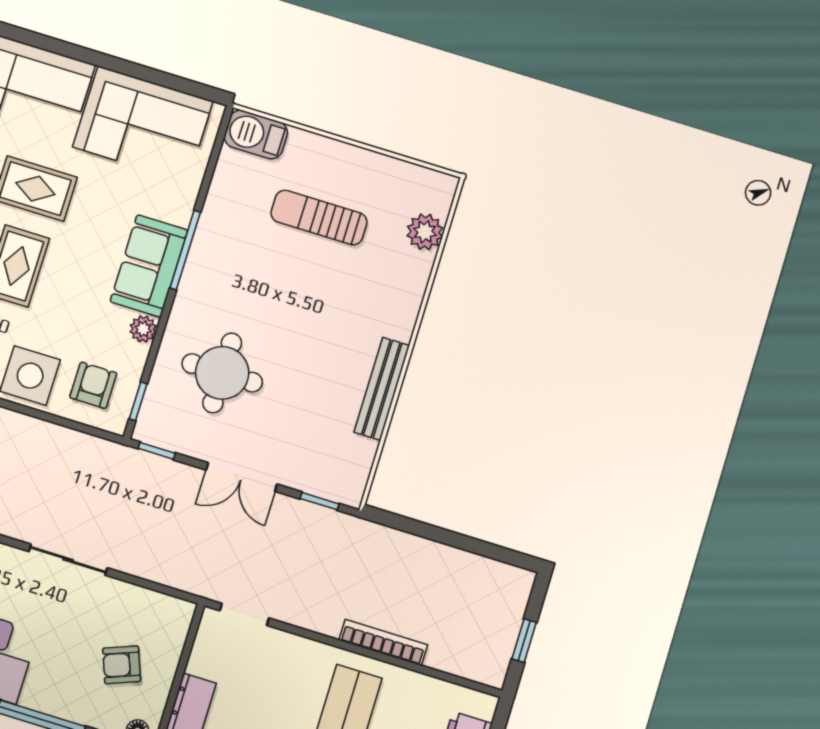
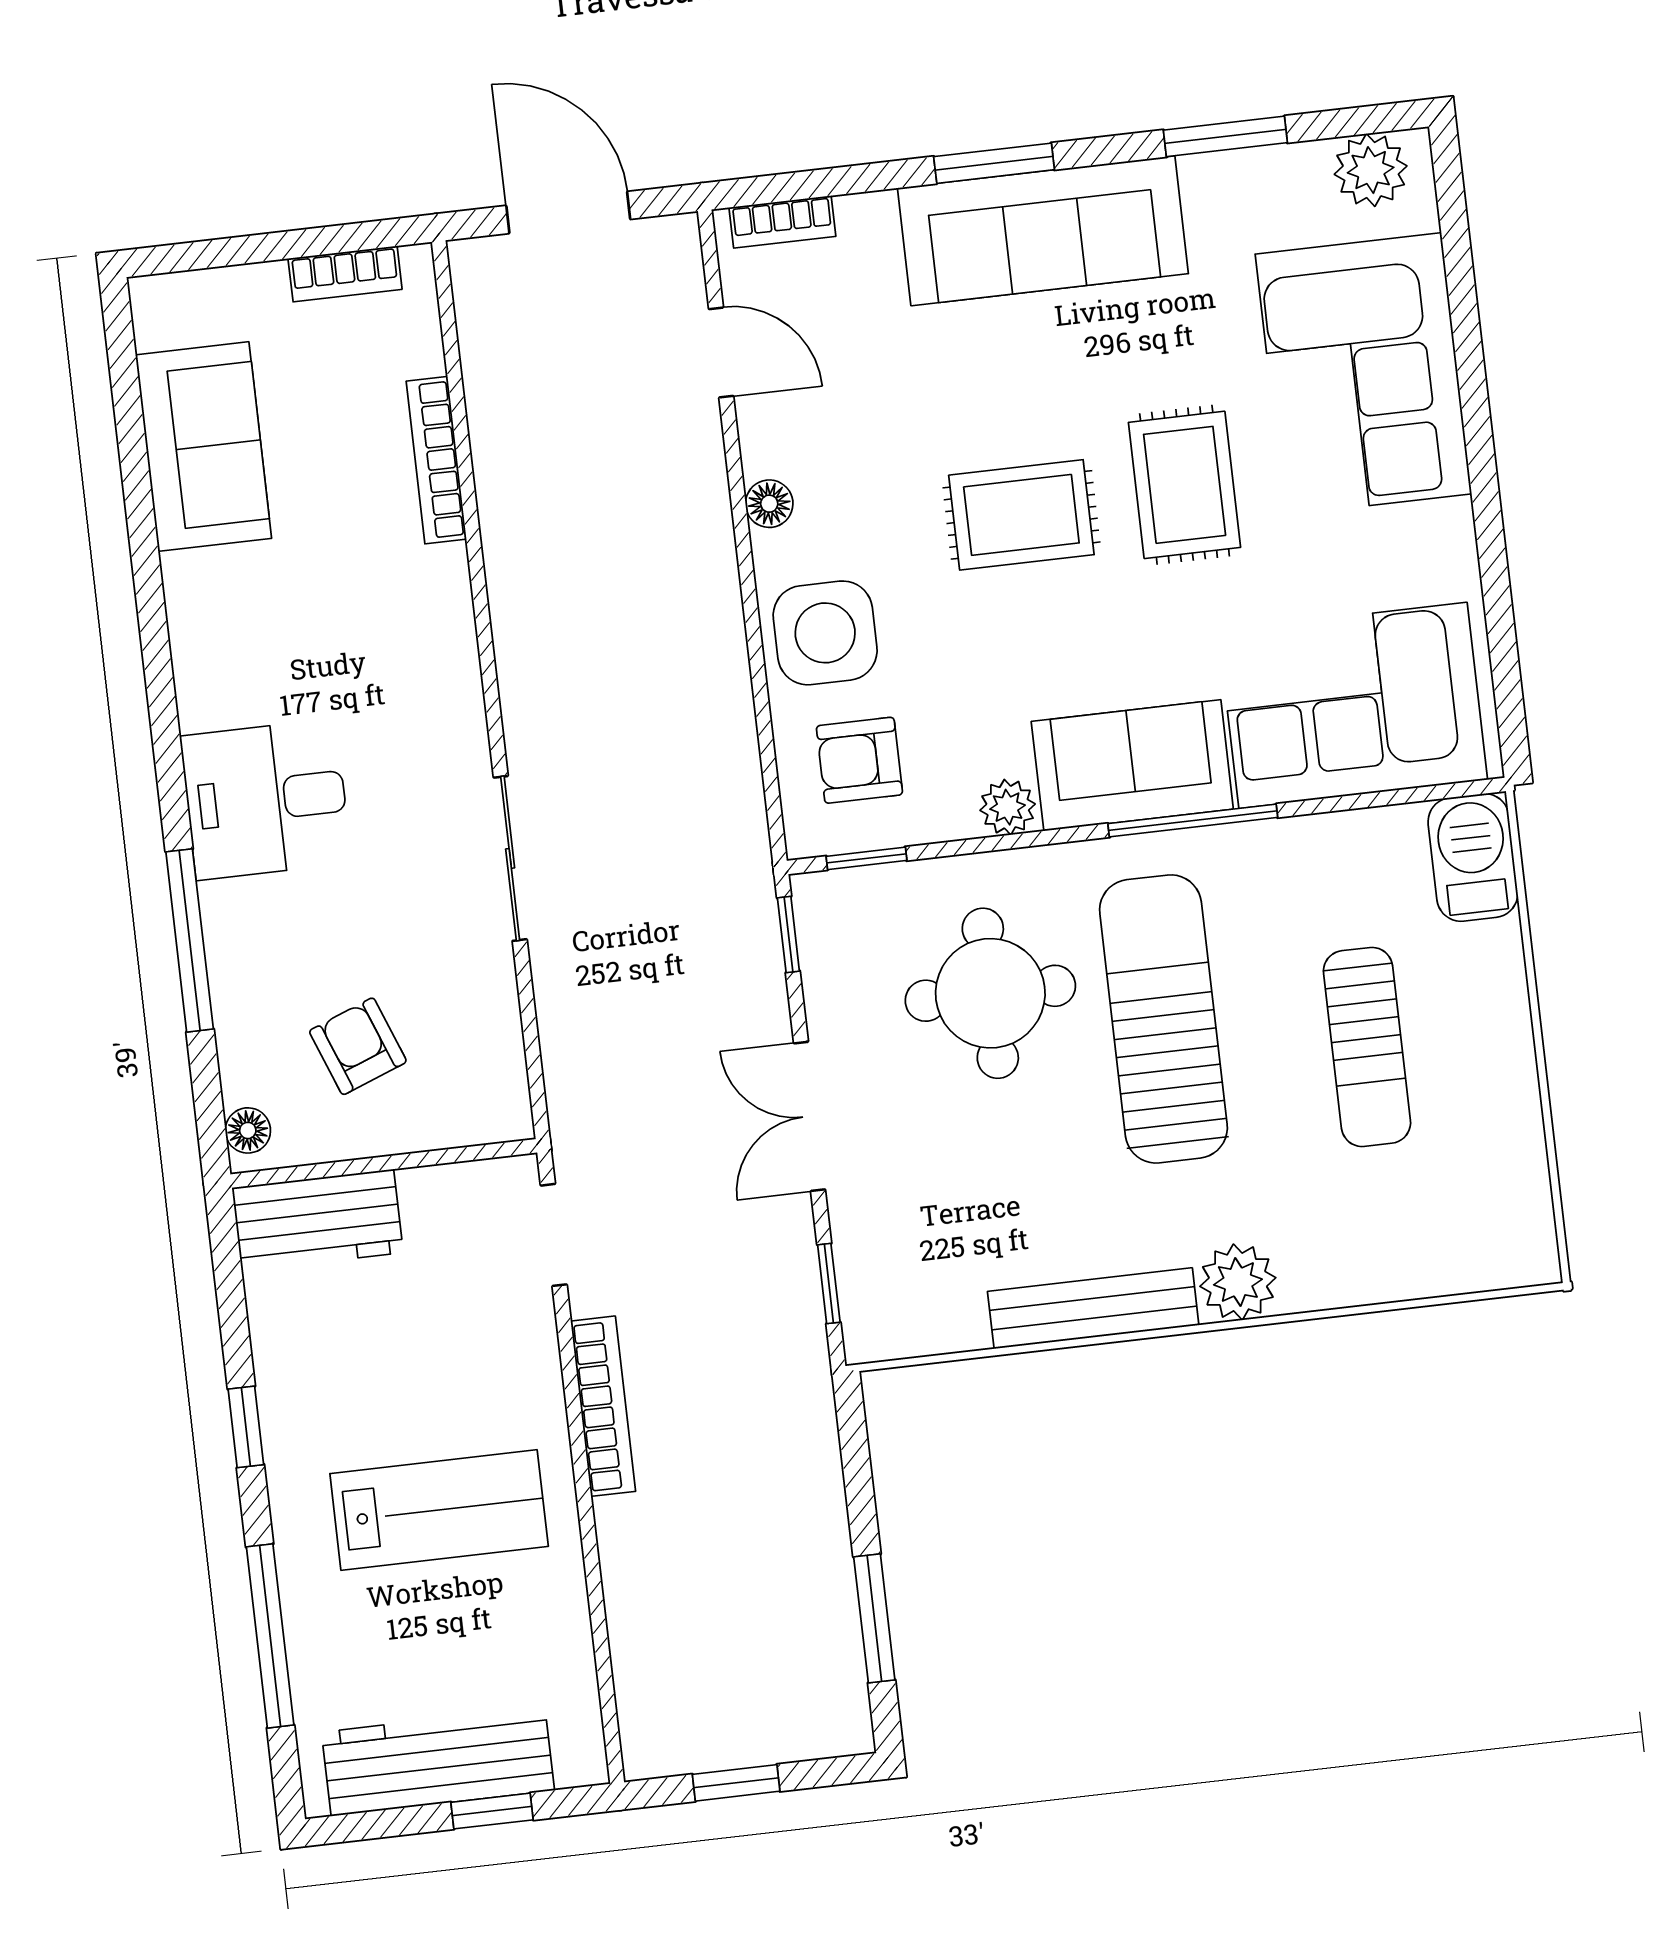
corner sofa: (143, 124) -> (1353, 705), moved, turned 90
sun lounger: (319, 218) -> (1367, 1047), turned 180
plant: (425, 232) -> (1238, 1282), moved
sun lounger: (267, 302) -> (1163, 1019), added
armchair: (93, 385) -> (859, 760), turned 180
window: (477, 547) -> (874, 1618), added
bookcase: (383, 642) -> (603, 1406), moved

